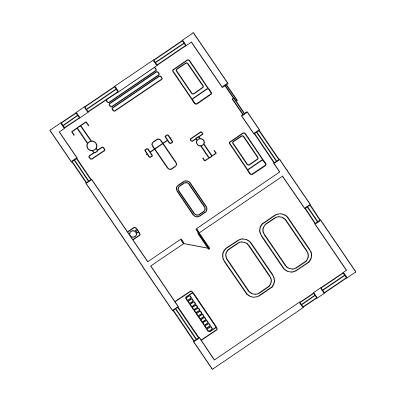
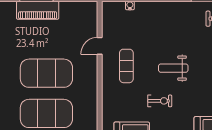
exercise mat: (192, 199) -> (126, 66), turned 90

